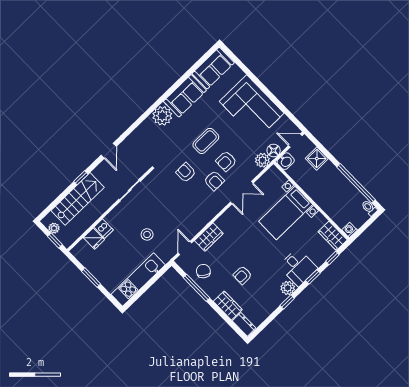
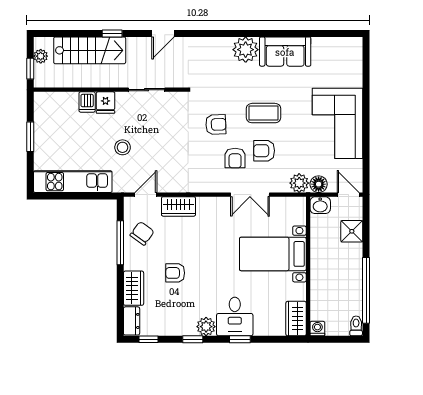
sofa: (213, 68) -> (337, 51), removed
armchair: (186, 172) -> (216, 124), turned 88
fridge: (94, 239) -> (105, 103), moved
window: (332, 258) -> (148, 339), moved

